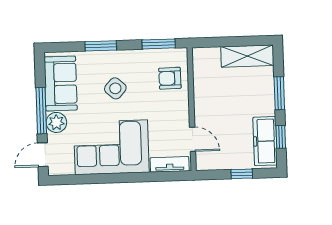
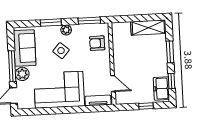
plant: (124, 57) -> (66, 30), added
freezer: (265, 141) -> (161, 89), width x0.71

